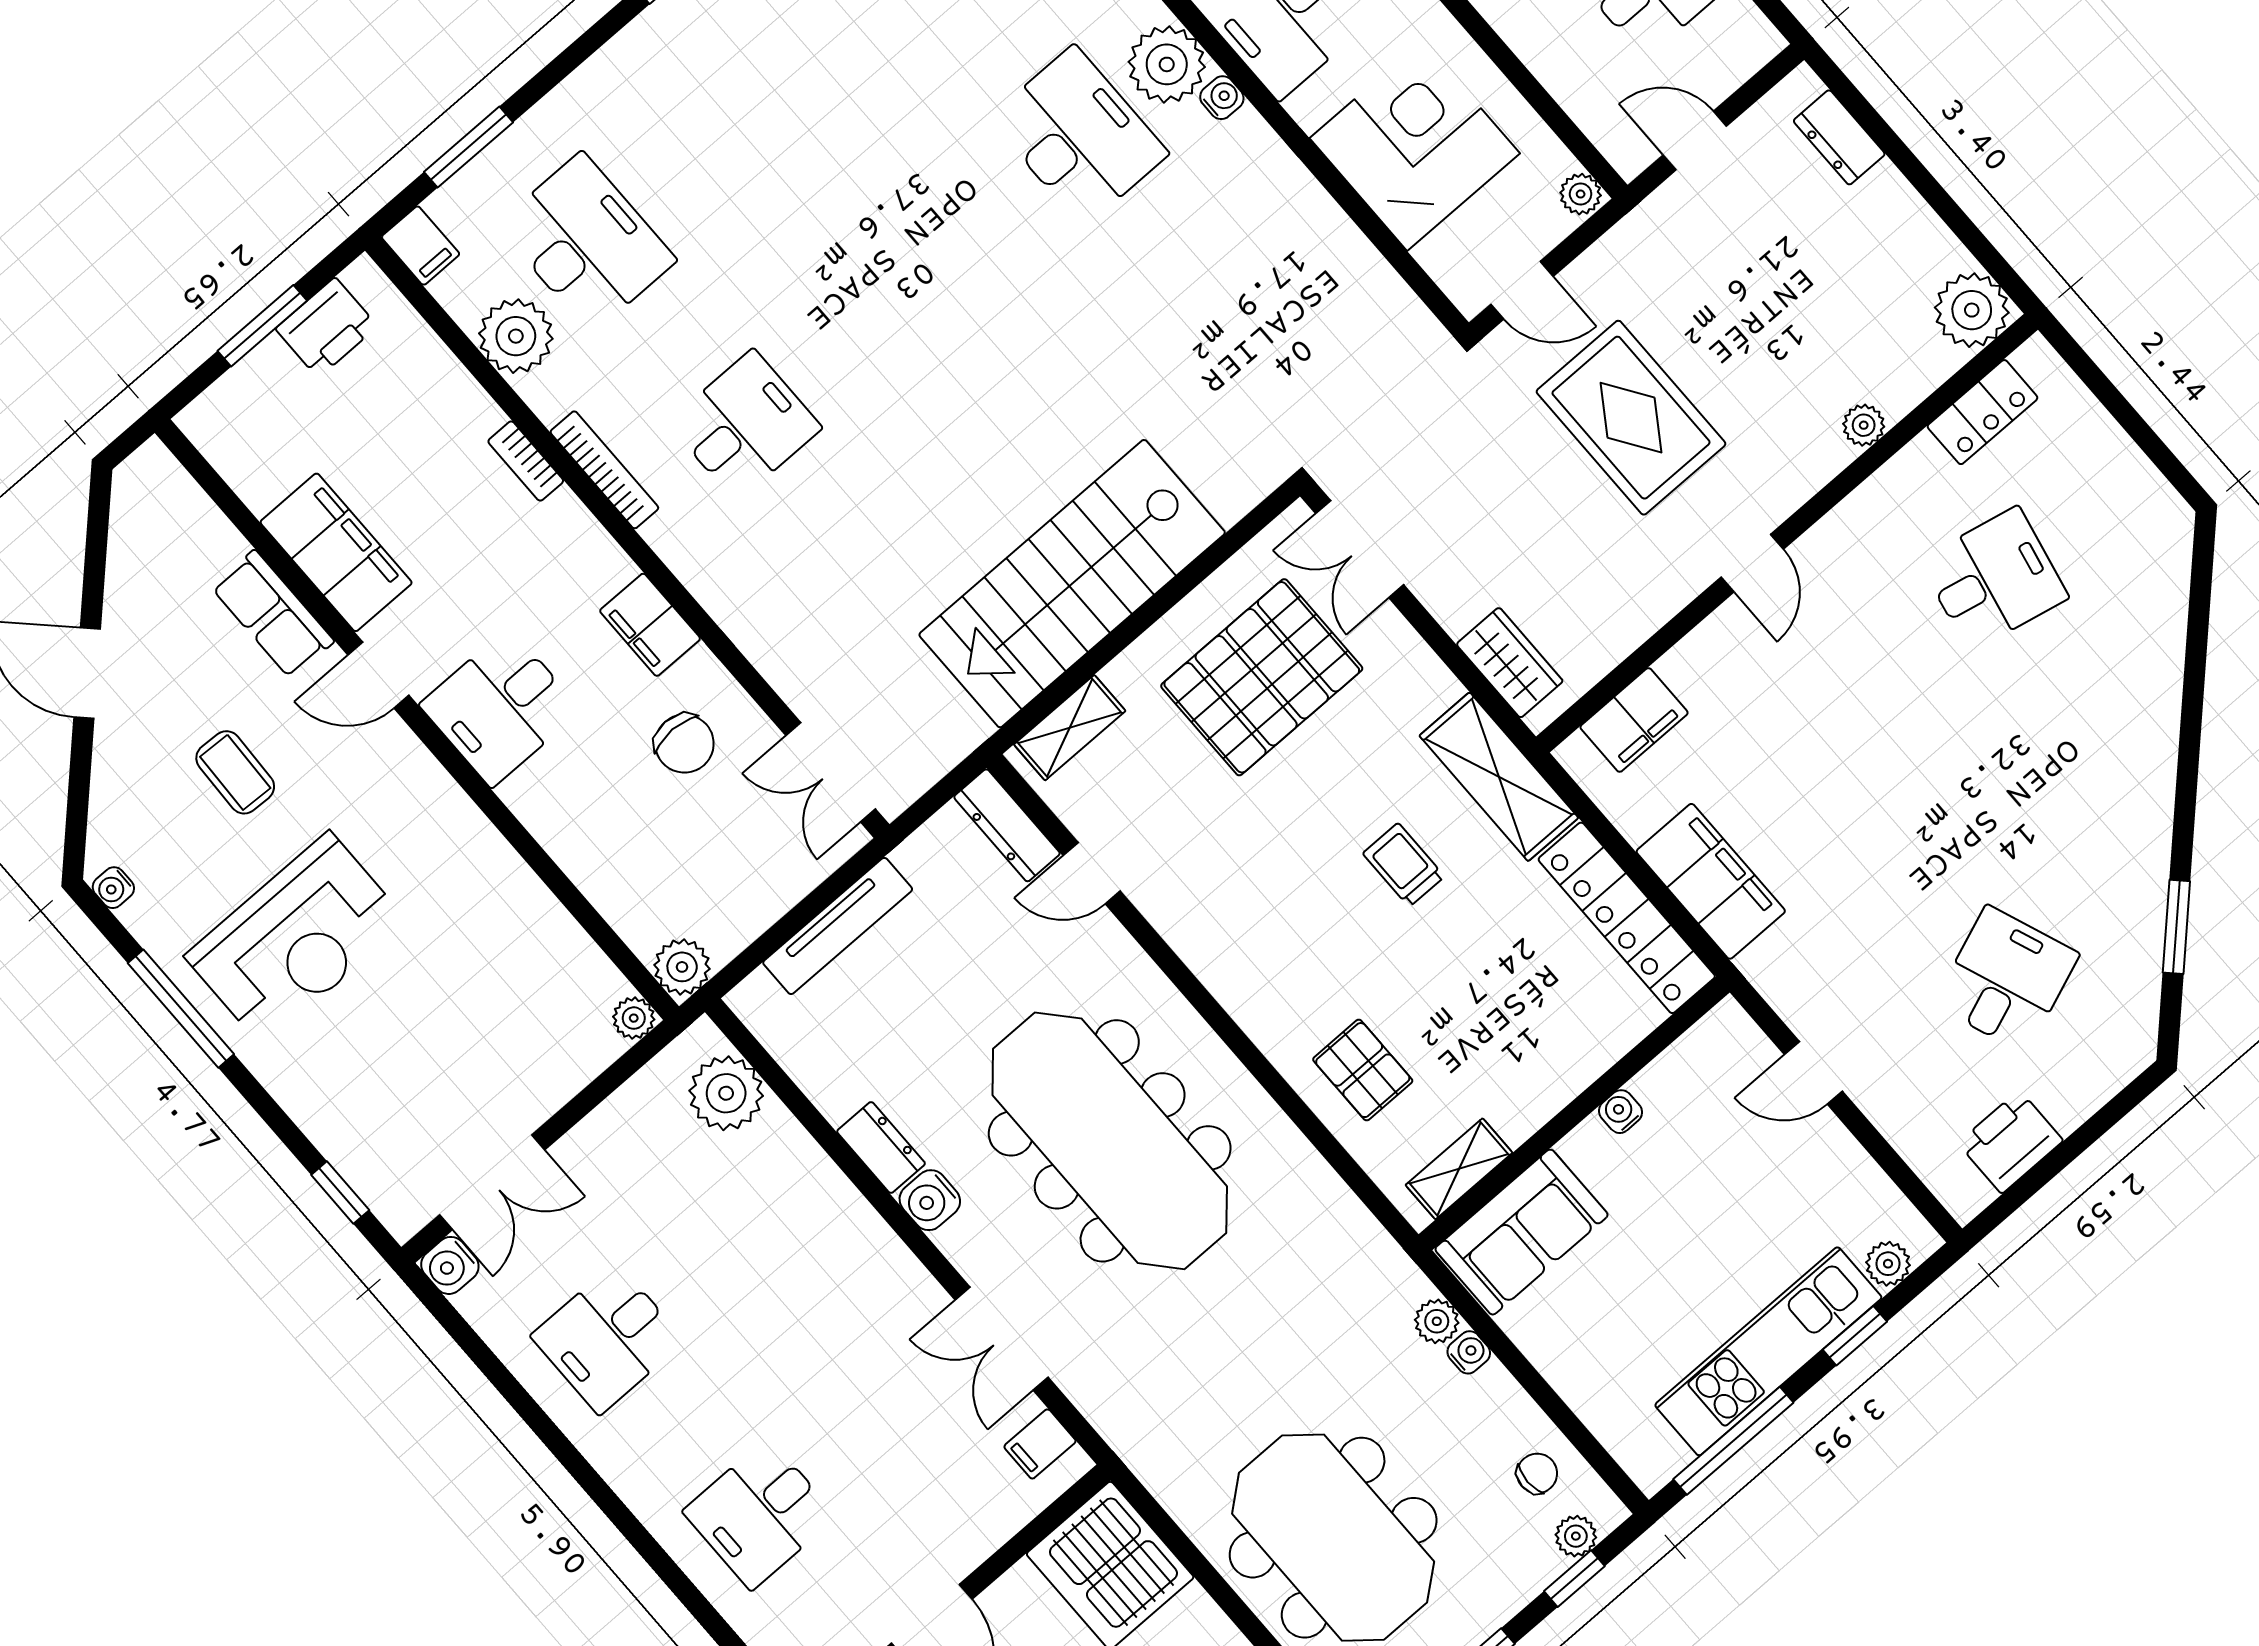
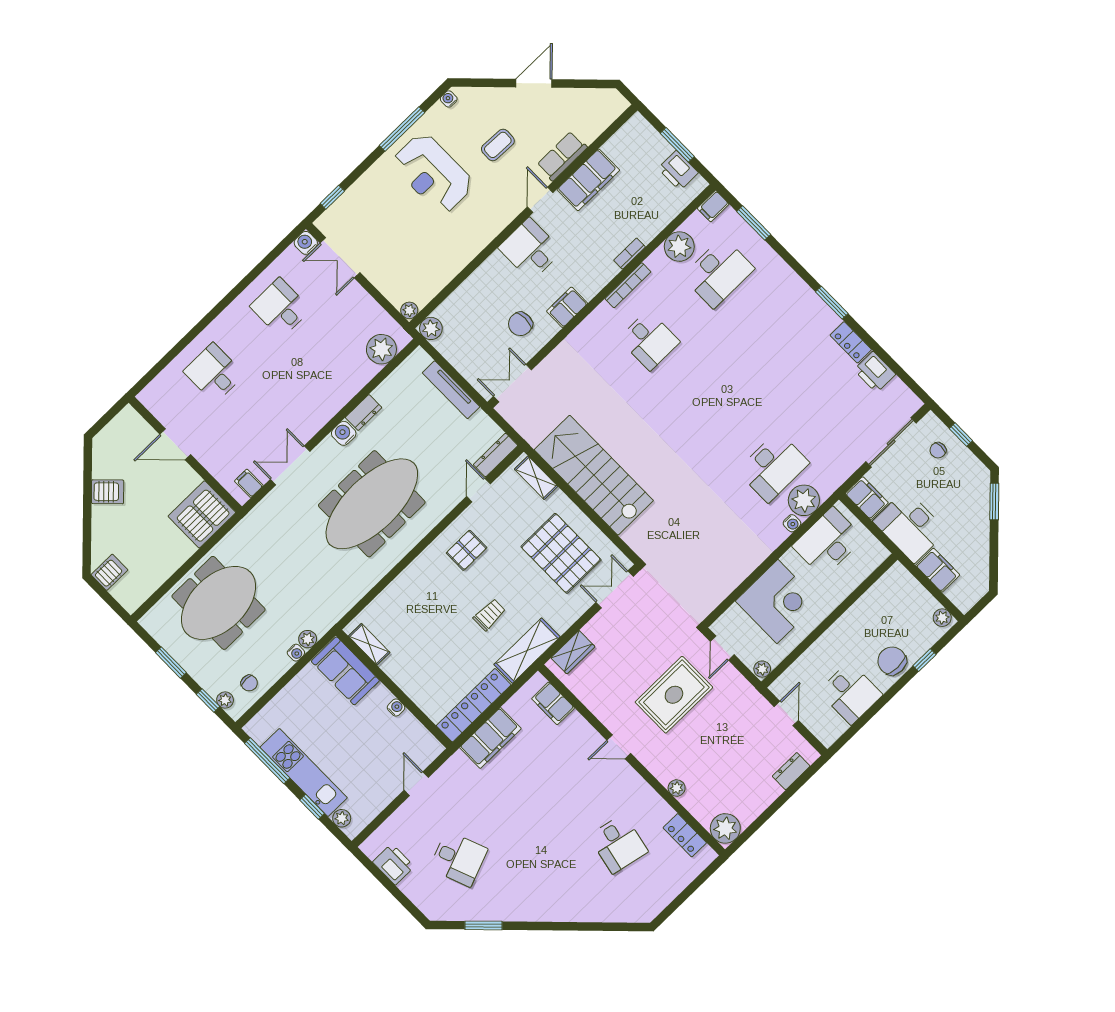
pallet: (1363, 1070) -> (467, 550), moved

